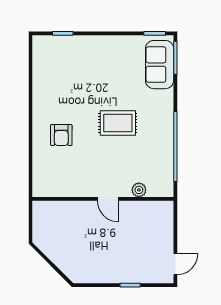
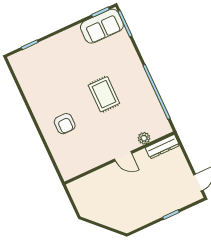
sofa: (160, 65) -> (102, 26), moved, turned -90
rug: (118, 123) -> (104, 94), turned 90
dresser: (155, 208) -> (162, 147), added

